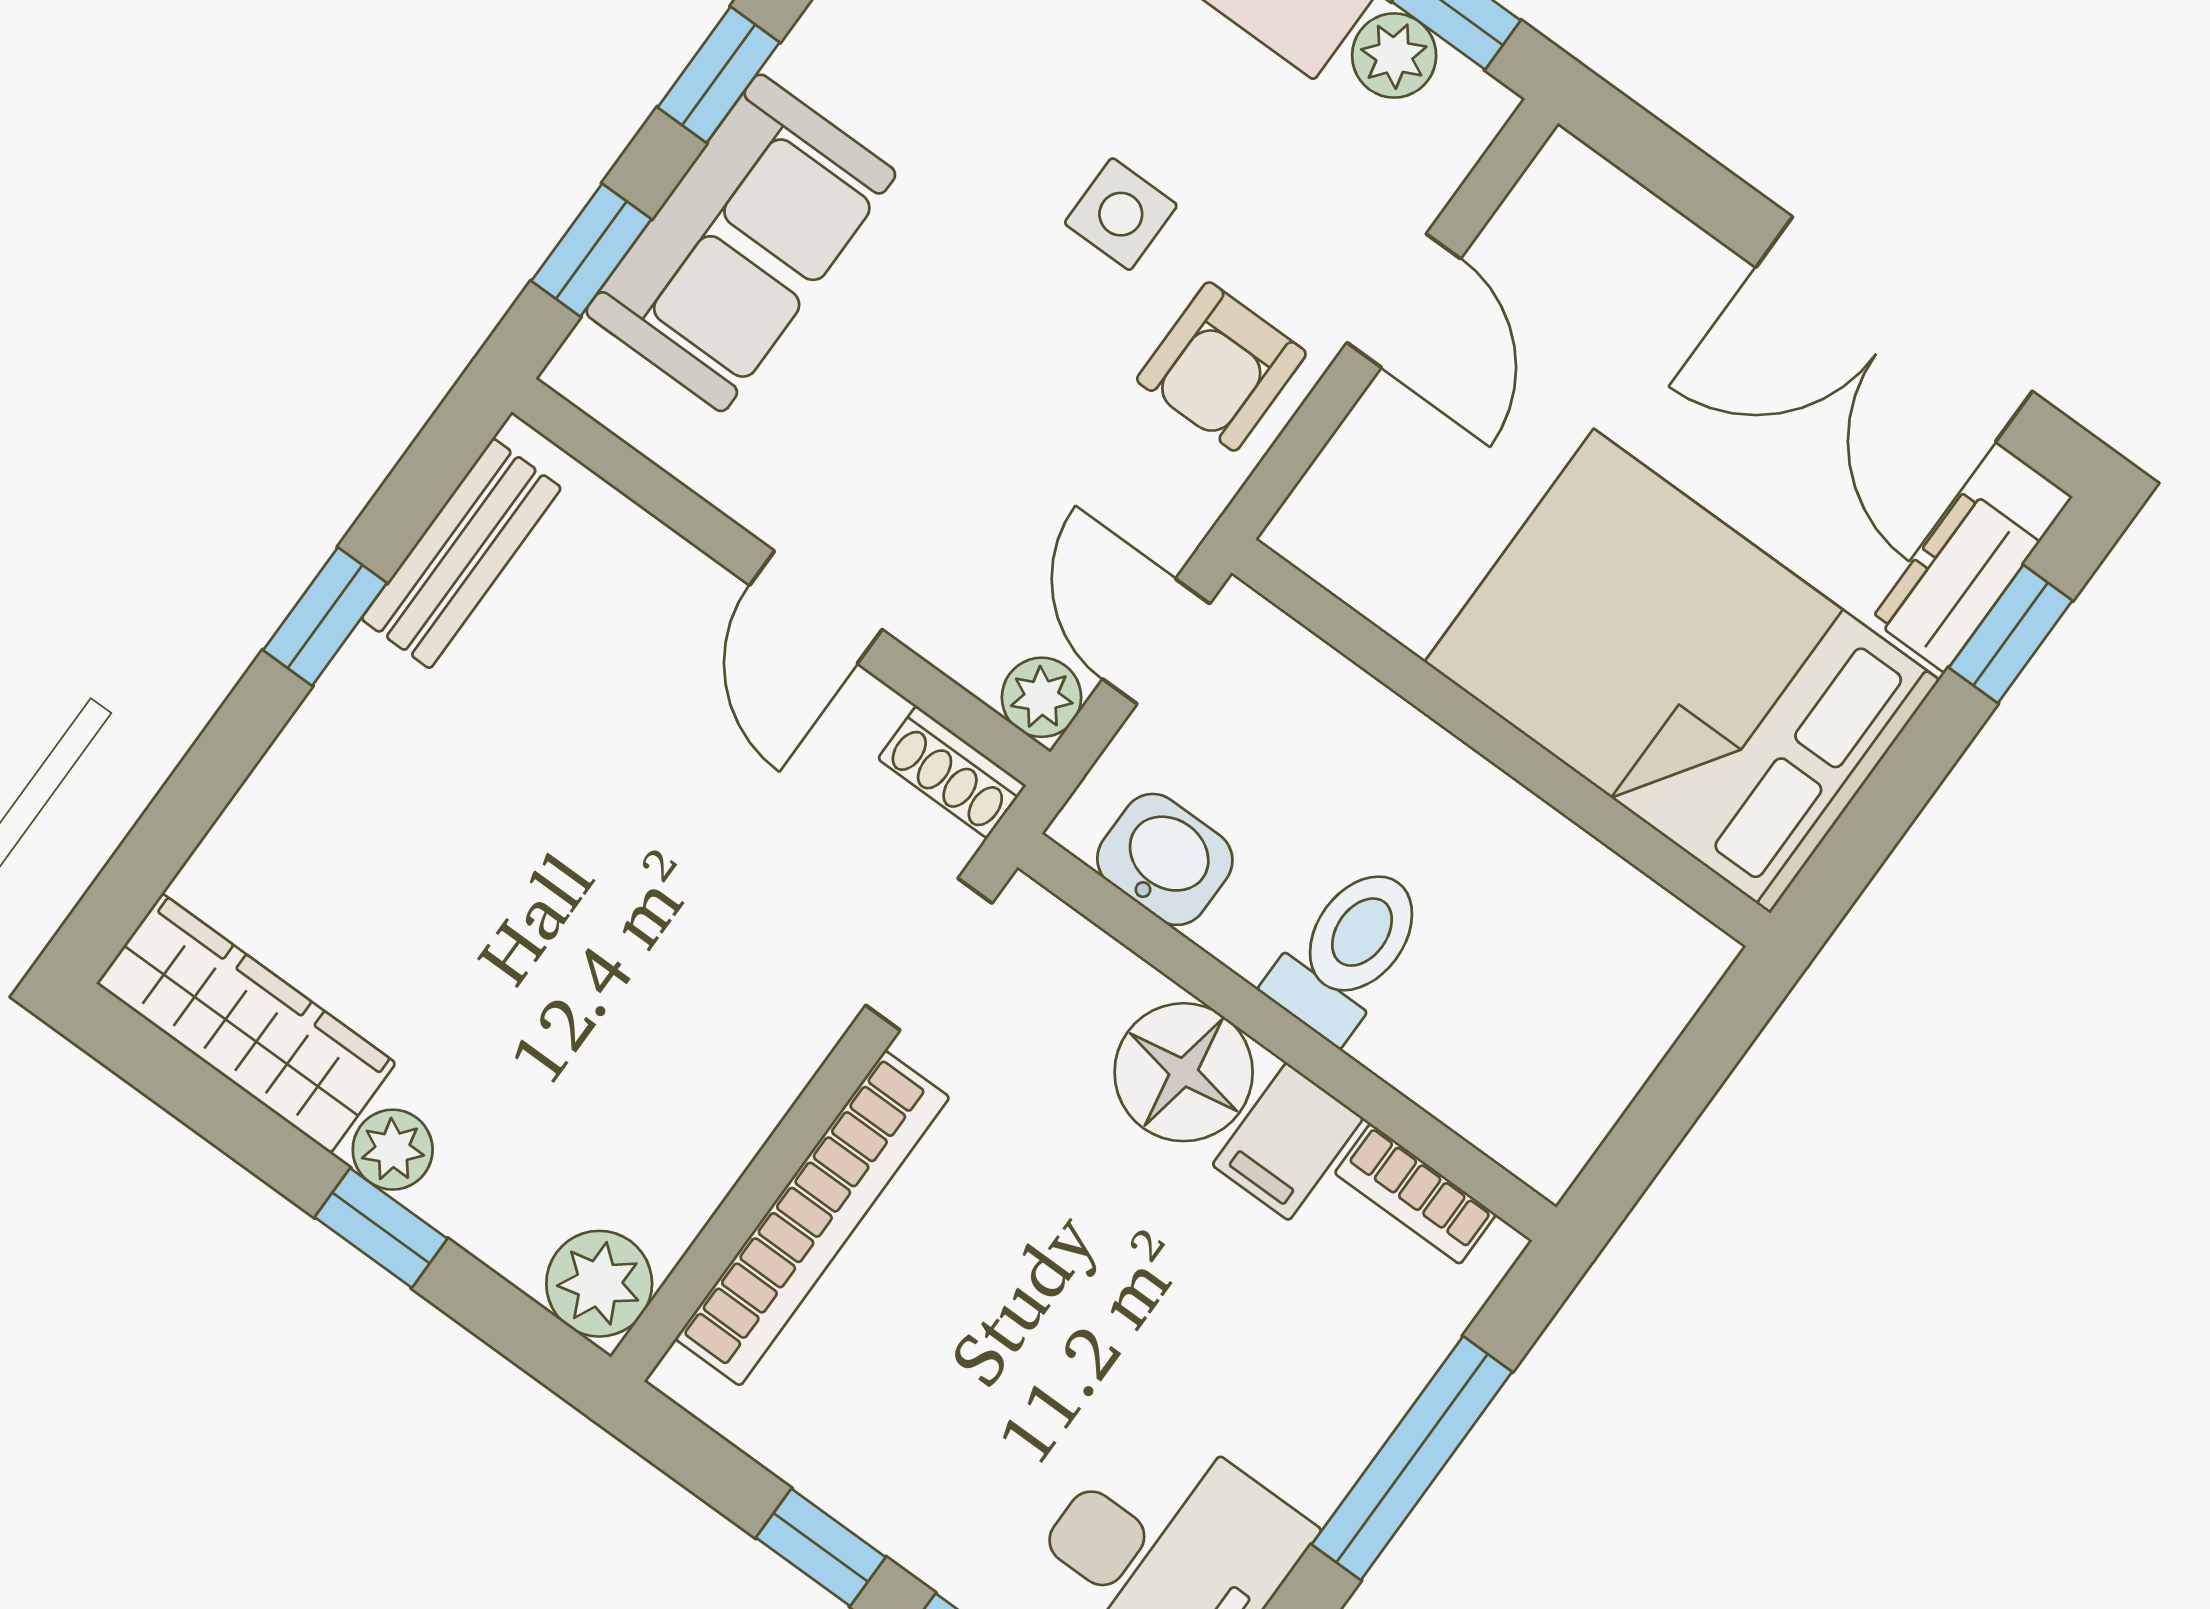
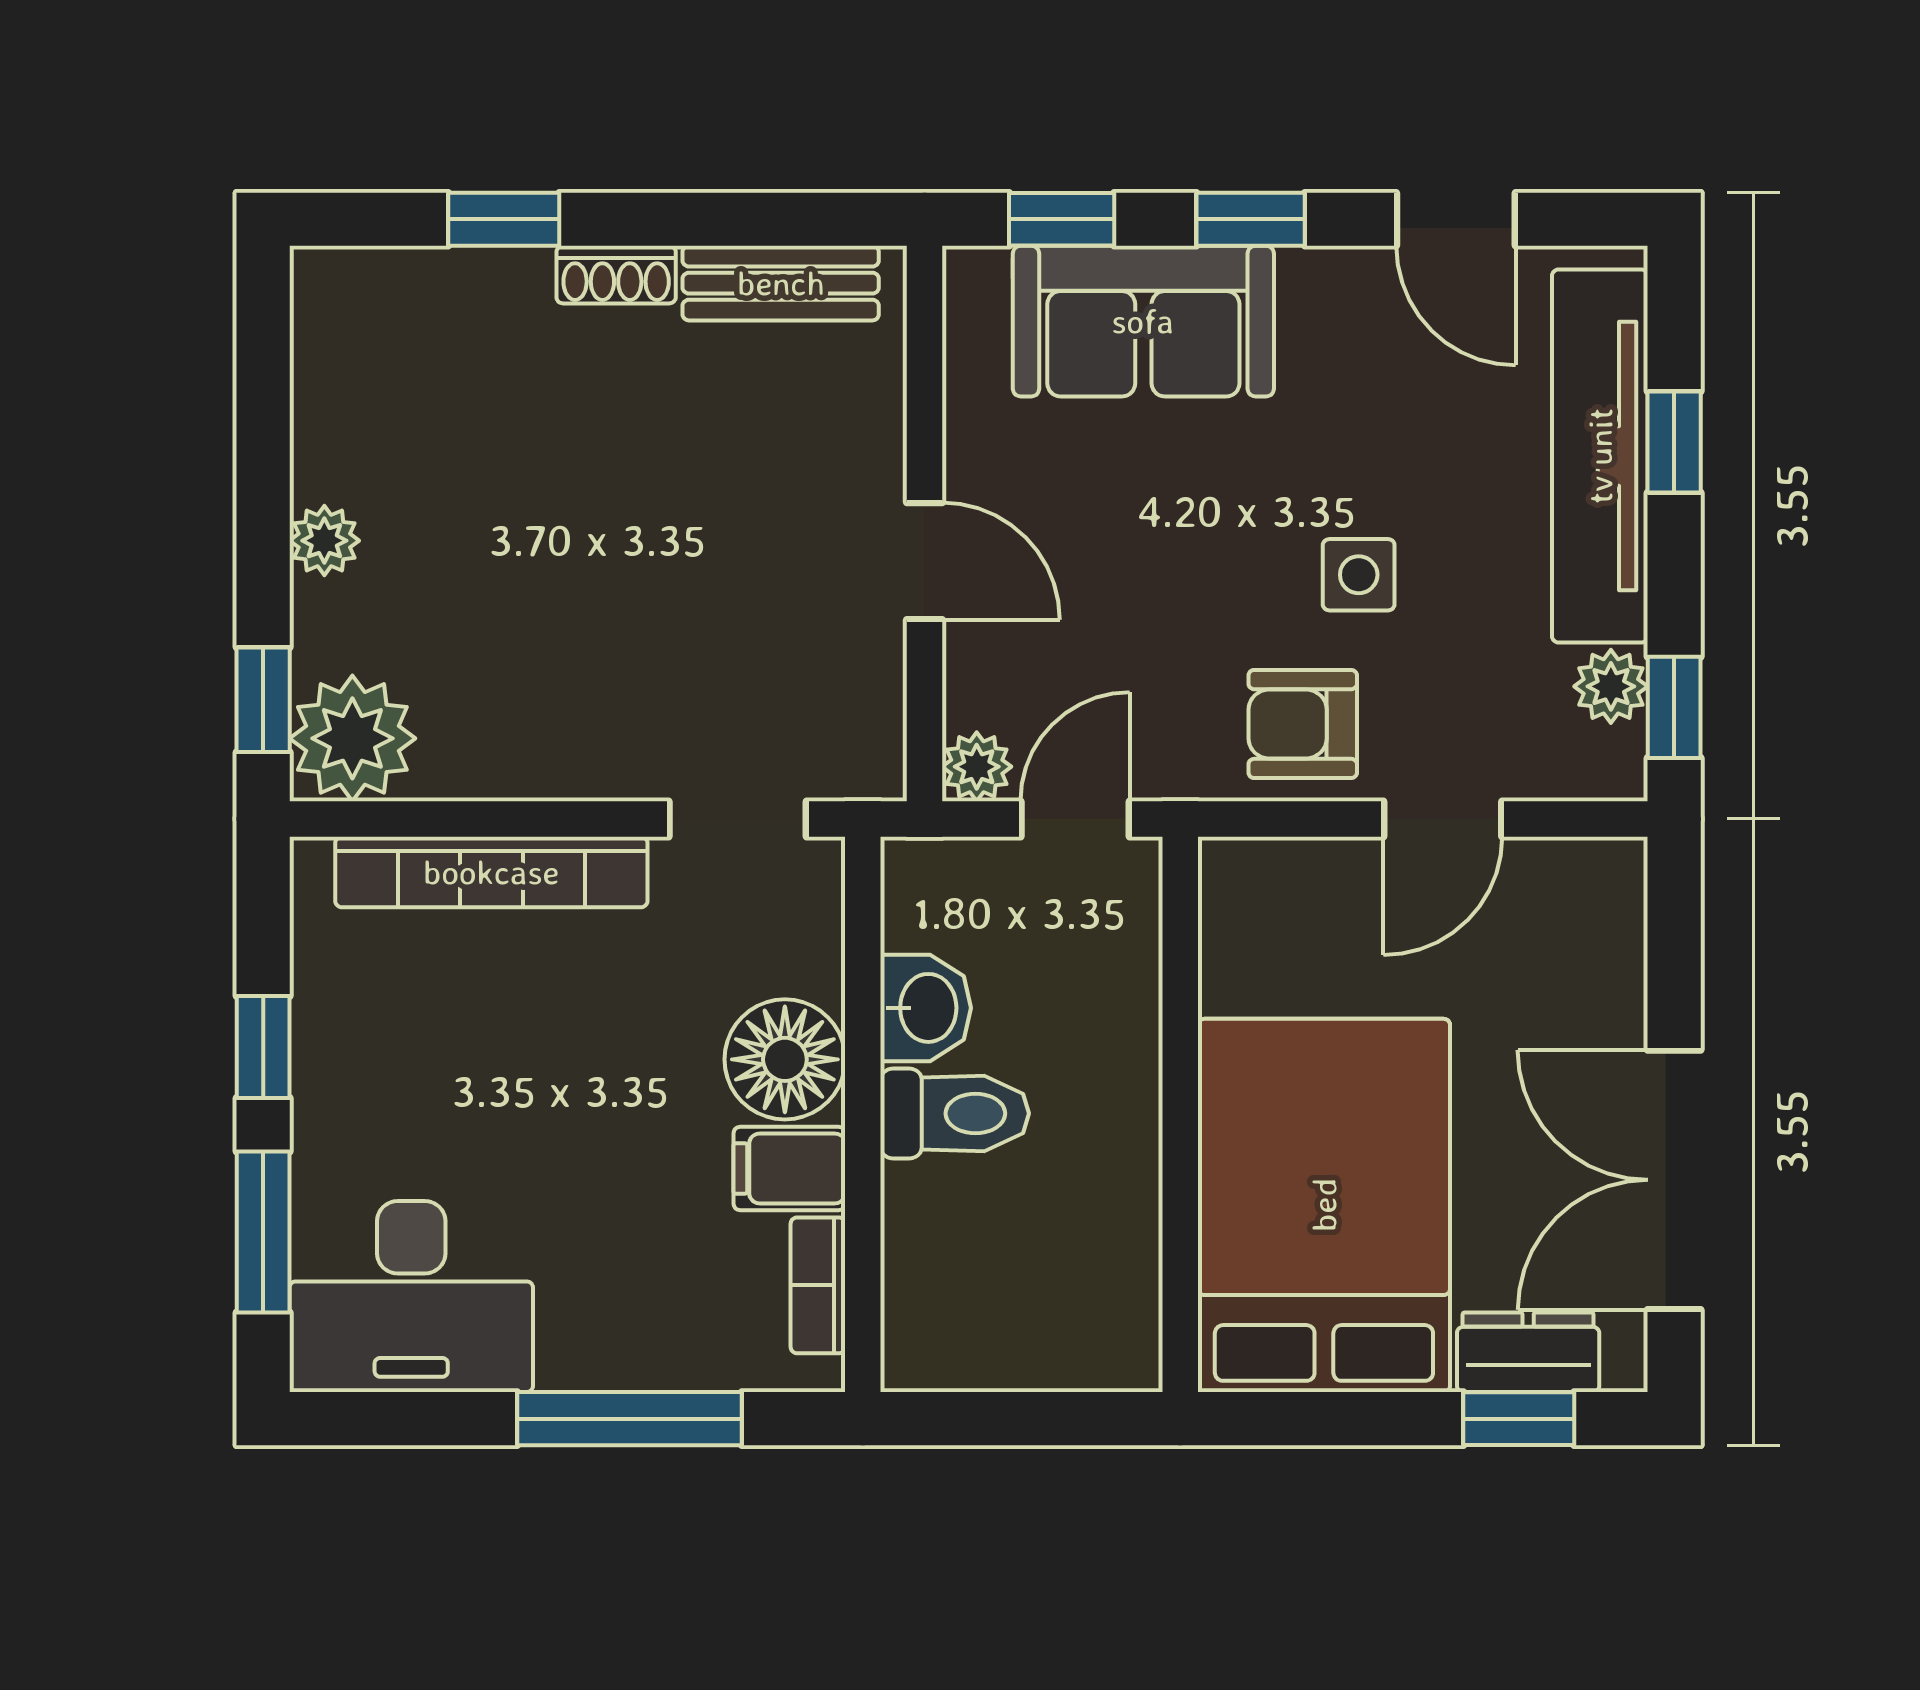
door: (816, 607) -> (924, 561), swing flipped
window: (325, 617) -> (504, 219), moved
shoe rack: (952, 772) -> (616, 275), moved, turned -90
washbasin: (1165, 859) -> (926, 1008), moved
wardrobe: (246, 1023) -> (338, 372), removed
window: (381, 1228) -> (263, 700), moved
plant: (599, 1284) -> (352, 738), width x1.36, depth x1.36

